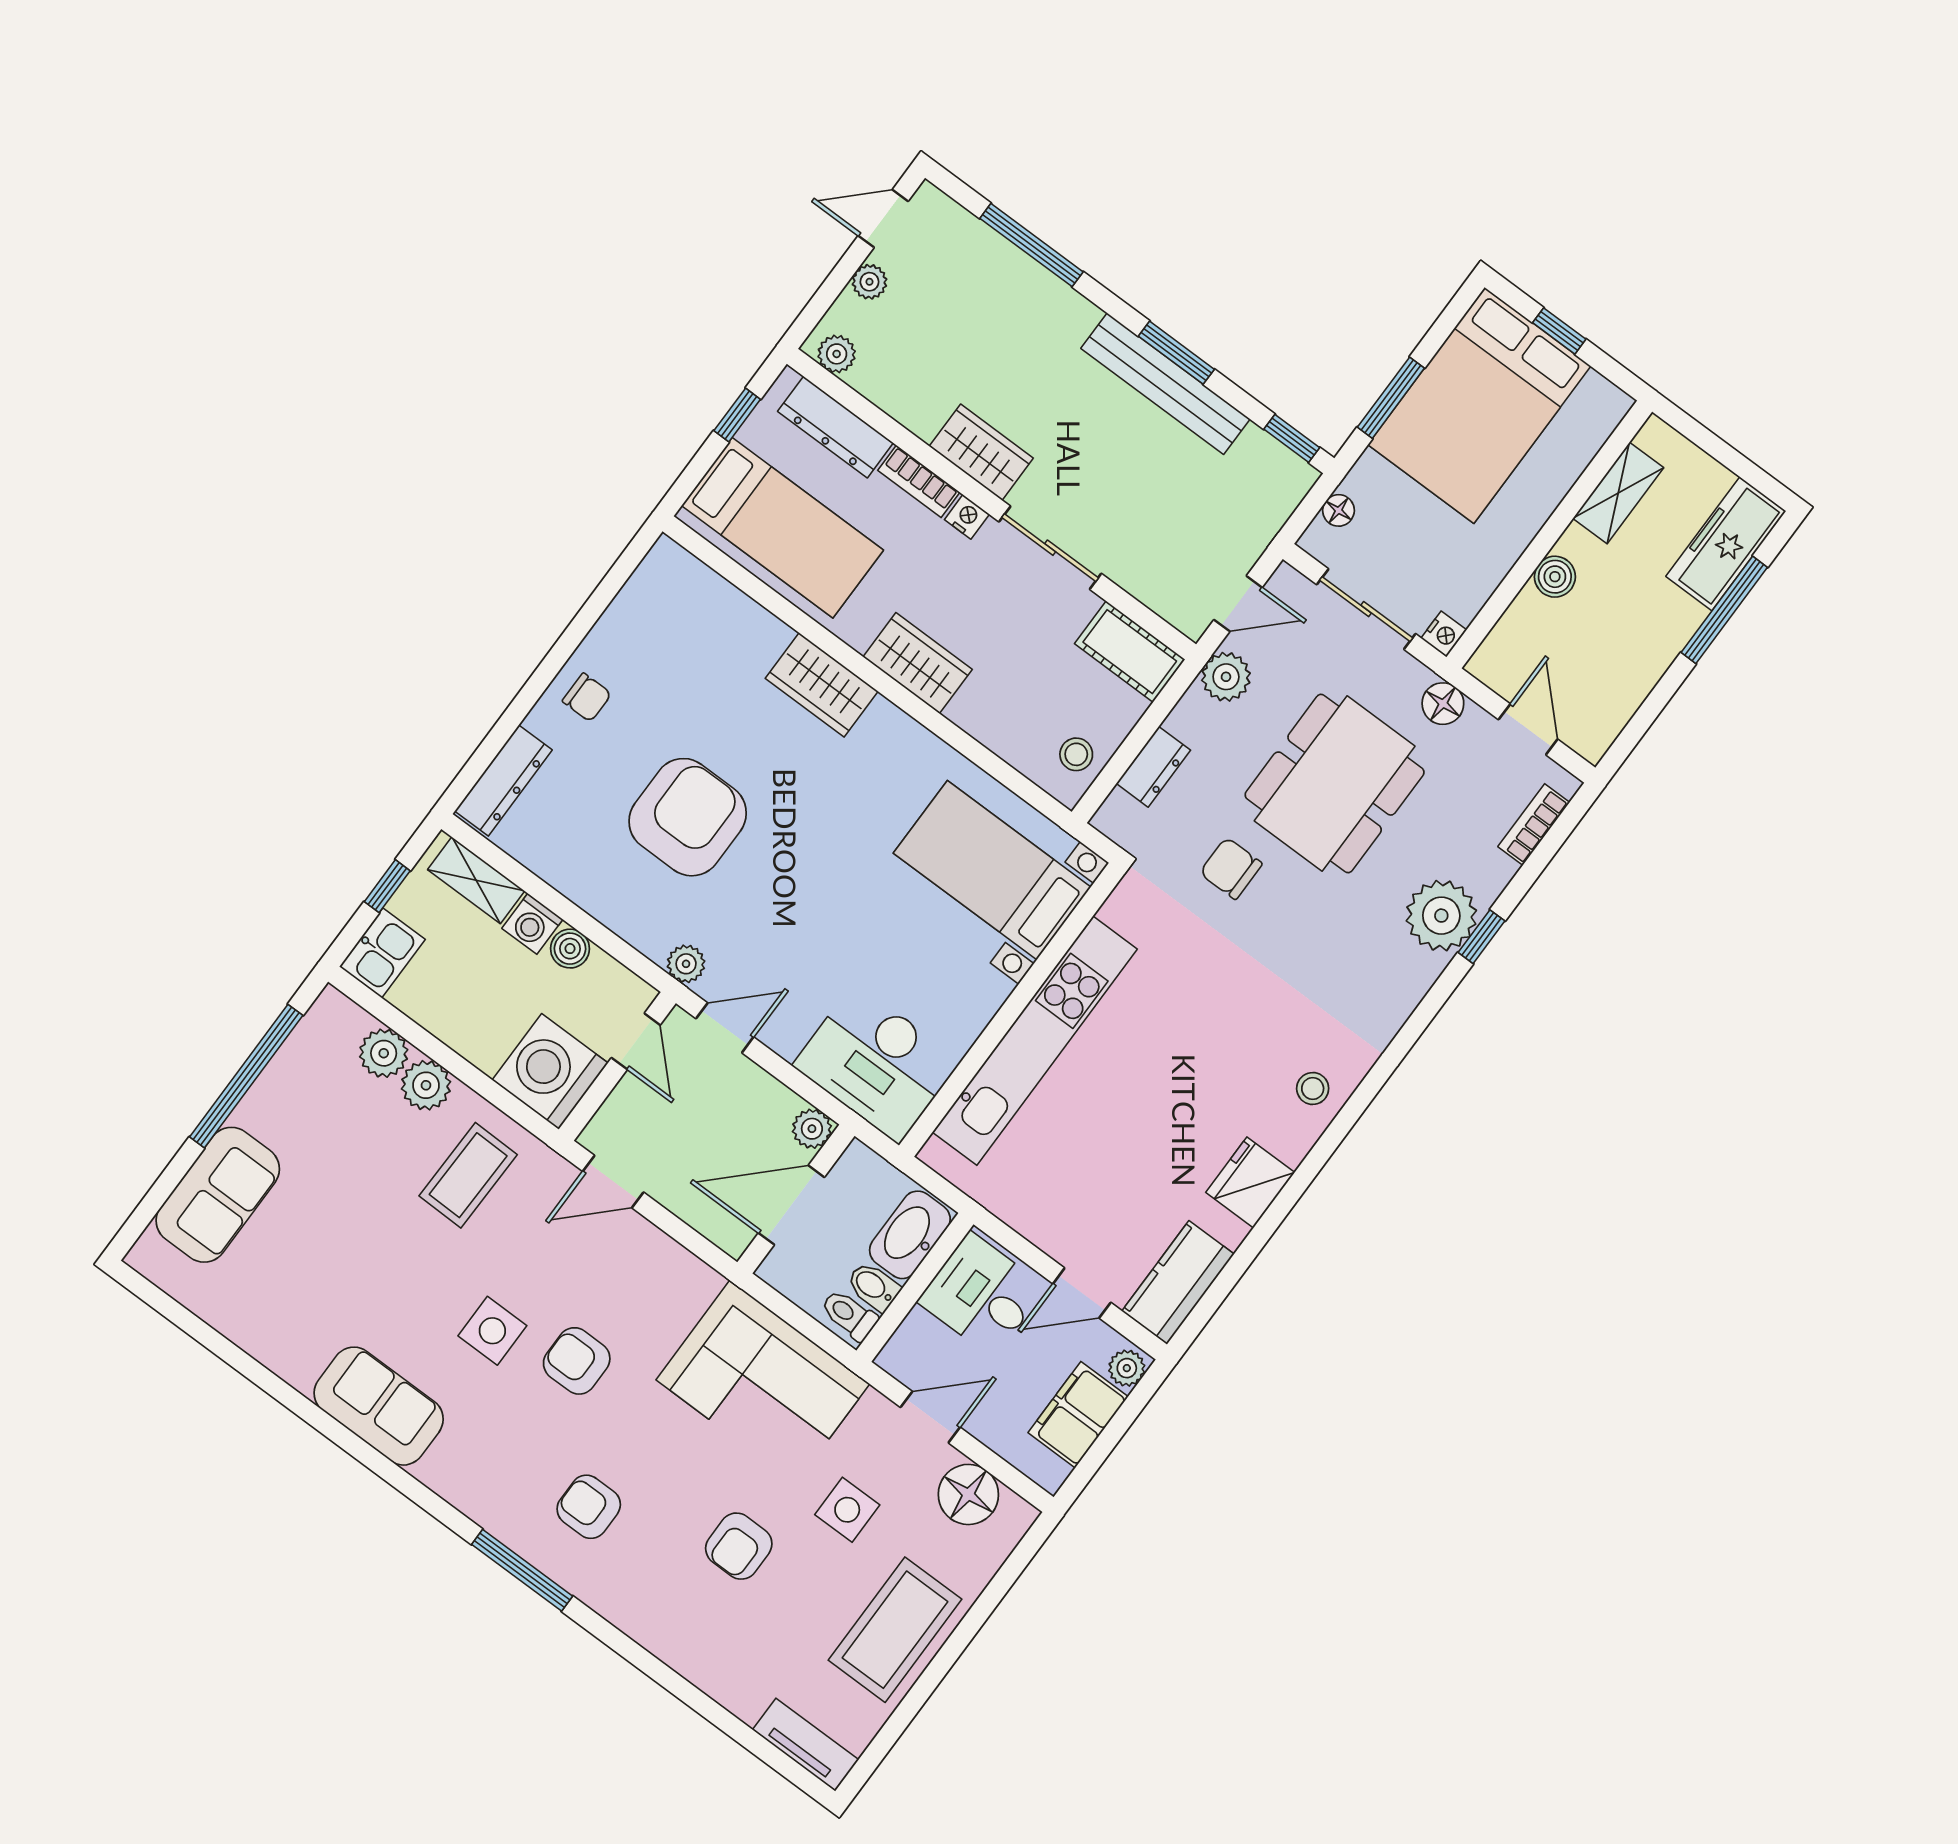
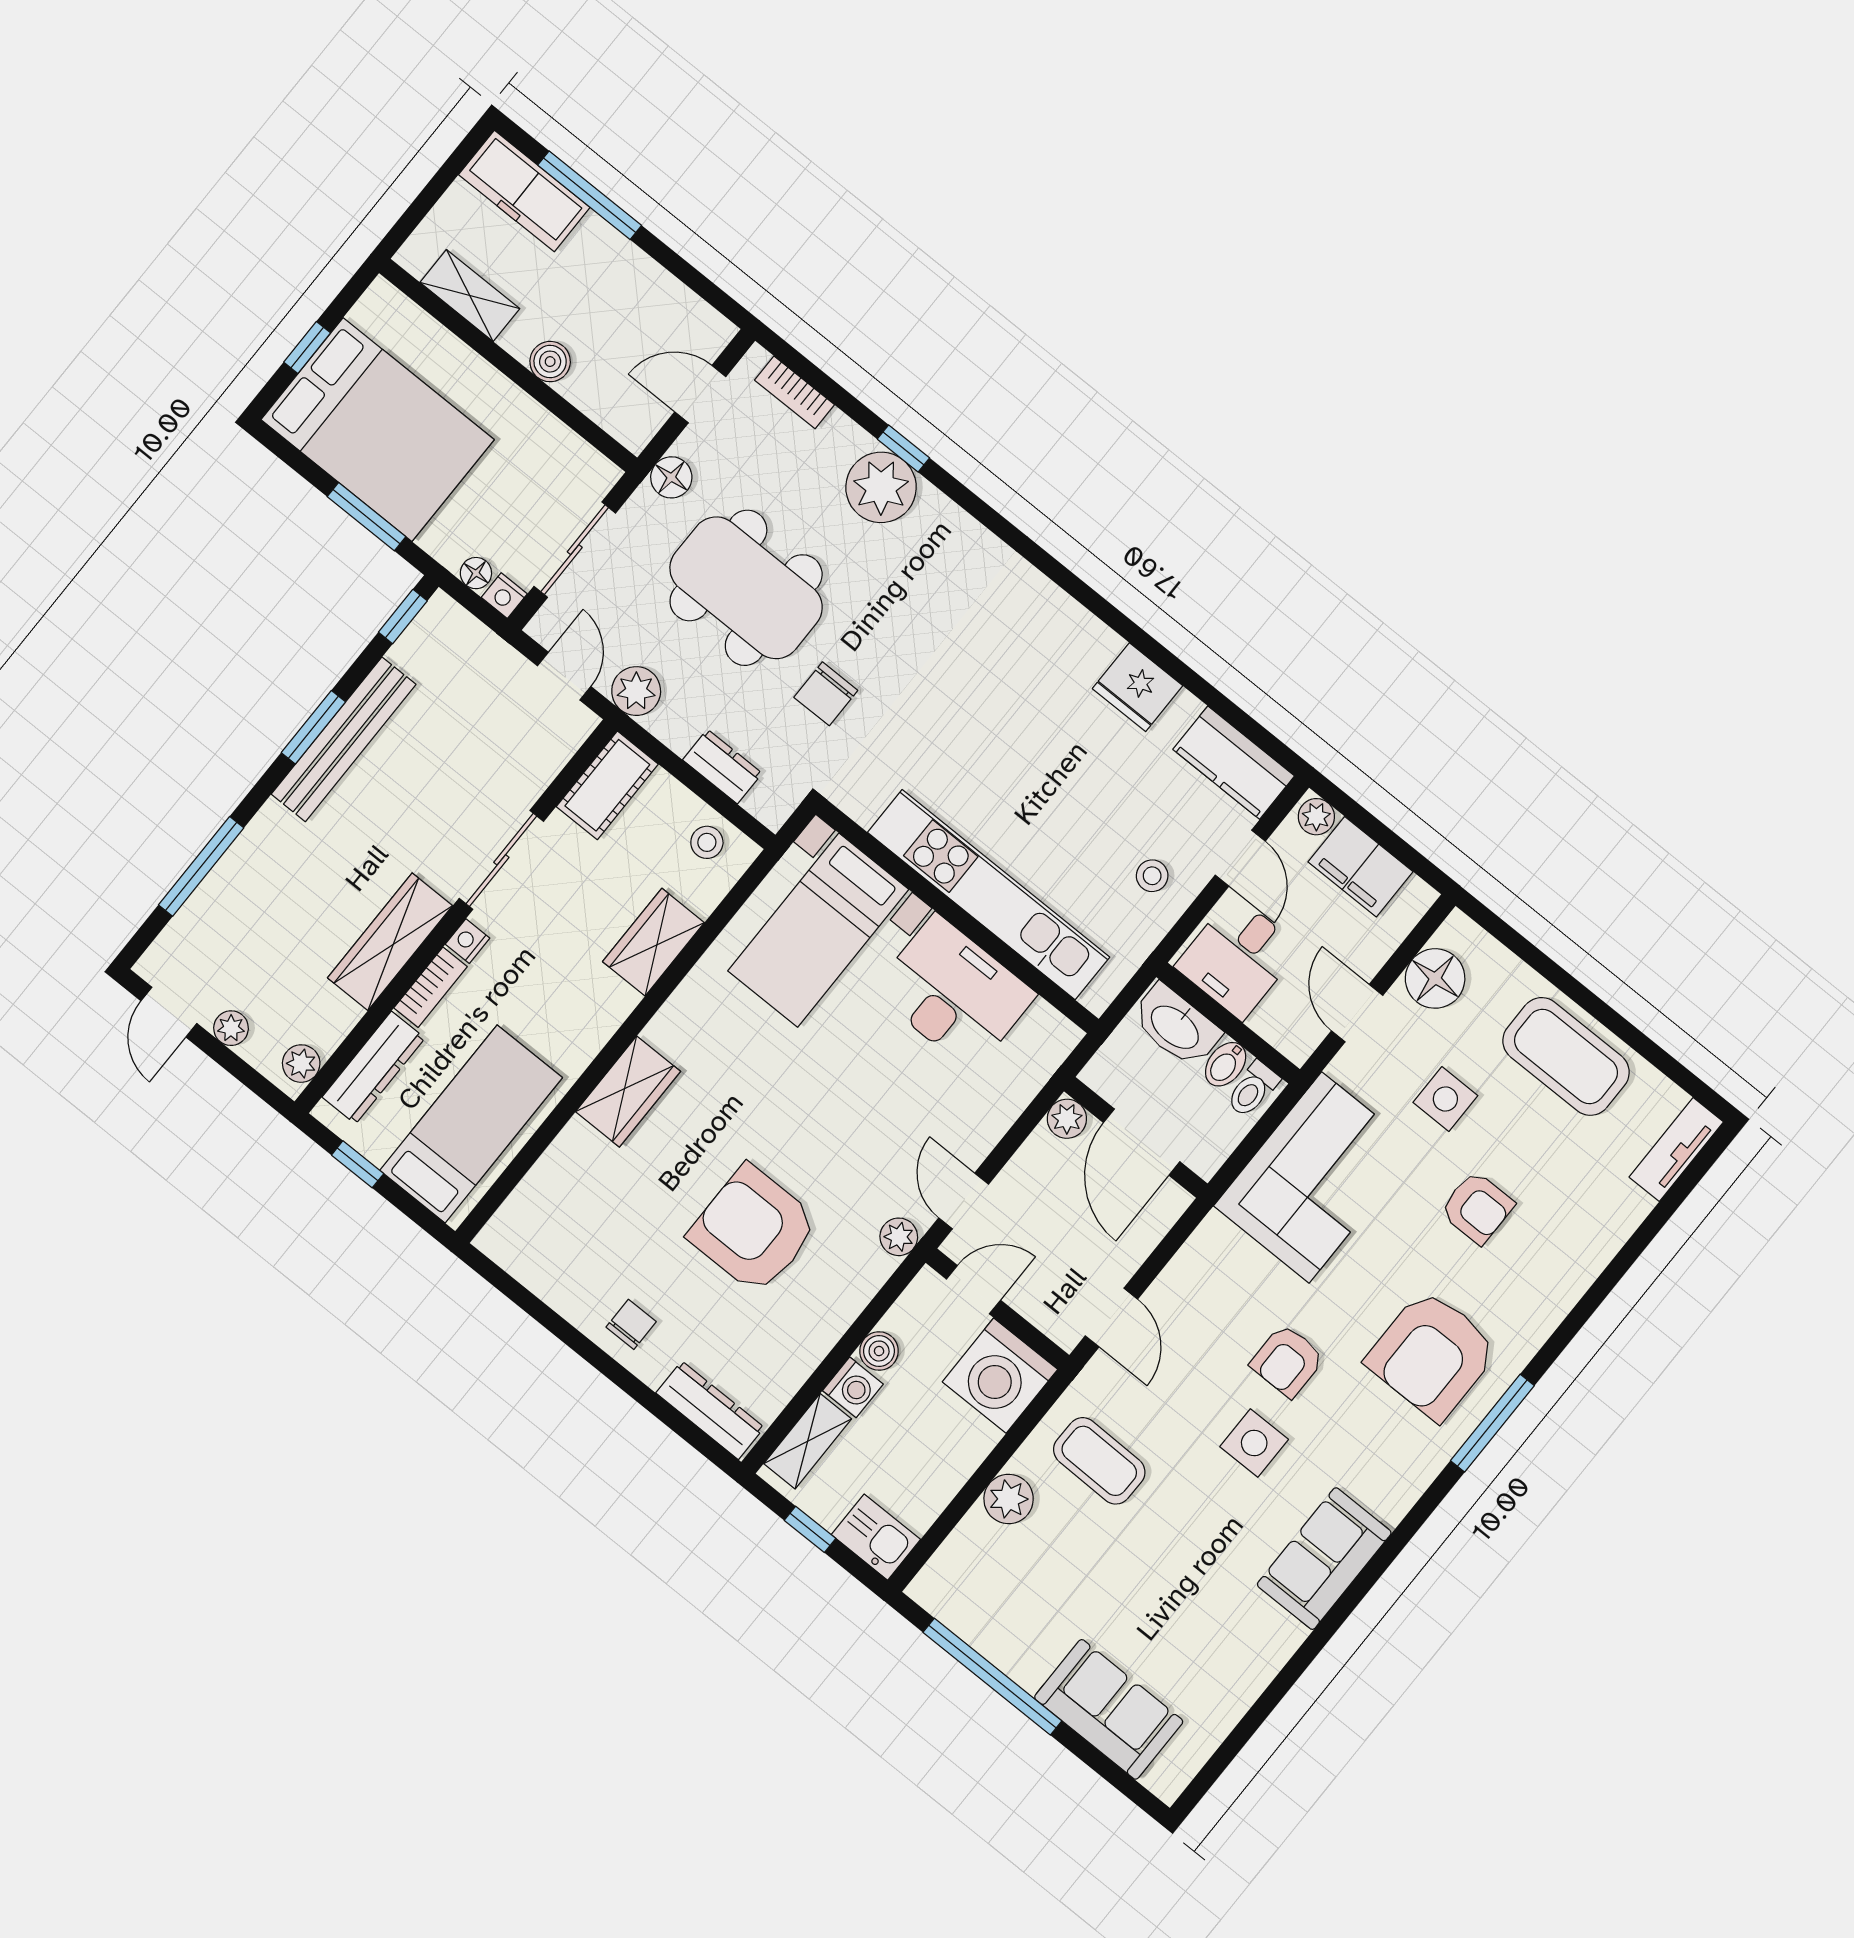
wardrobe: (981, 452) -> (390, 942), width x1.50
nightstand: (1444, 634) -> (504, 596), moved, turned 180
wardrobe: (918, 663) -> (653, 942), moved
plant: (384, 1053) -> (975, 1540), removed
desk: (877, 1063) -> (954, 993), moved, turned -90
stool: (1313, 1089) -> (1152, 876), moved
armchair: (589, 1507) -> (1432, 1355), width x1.88, depth x1.88

